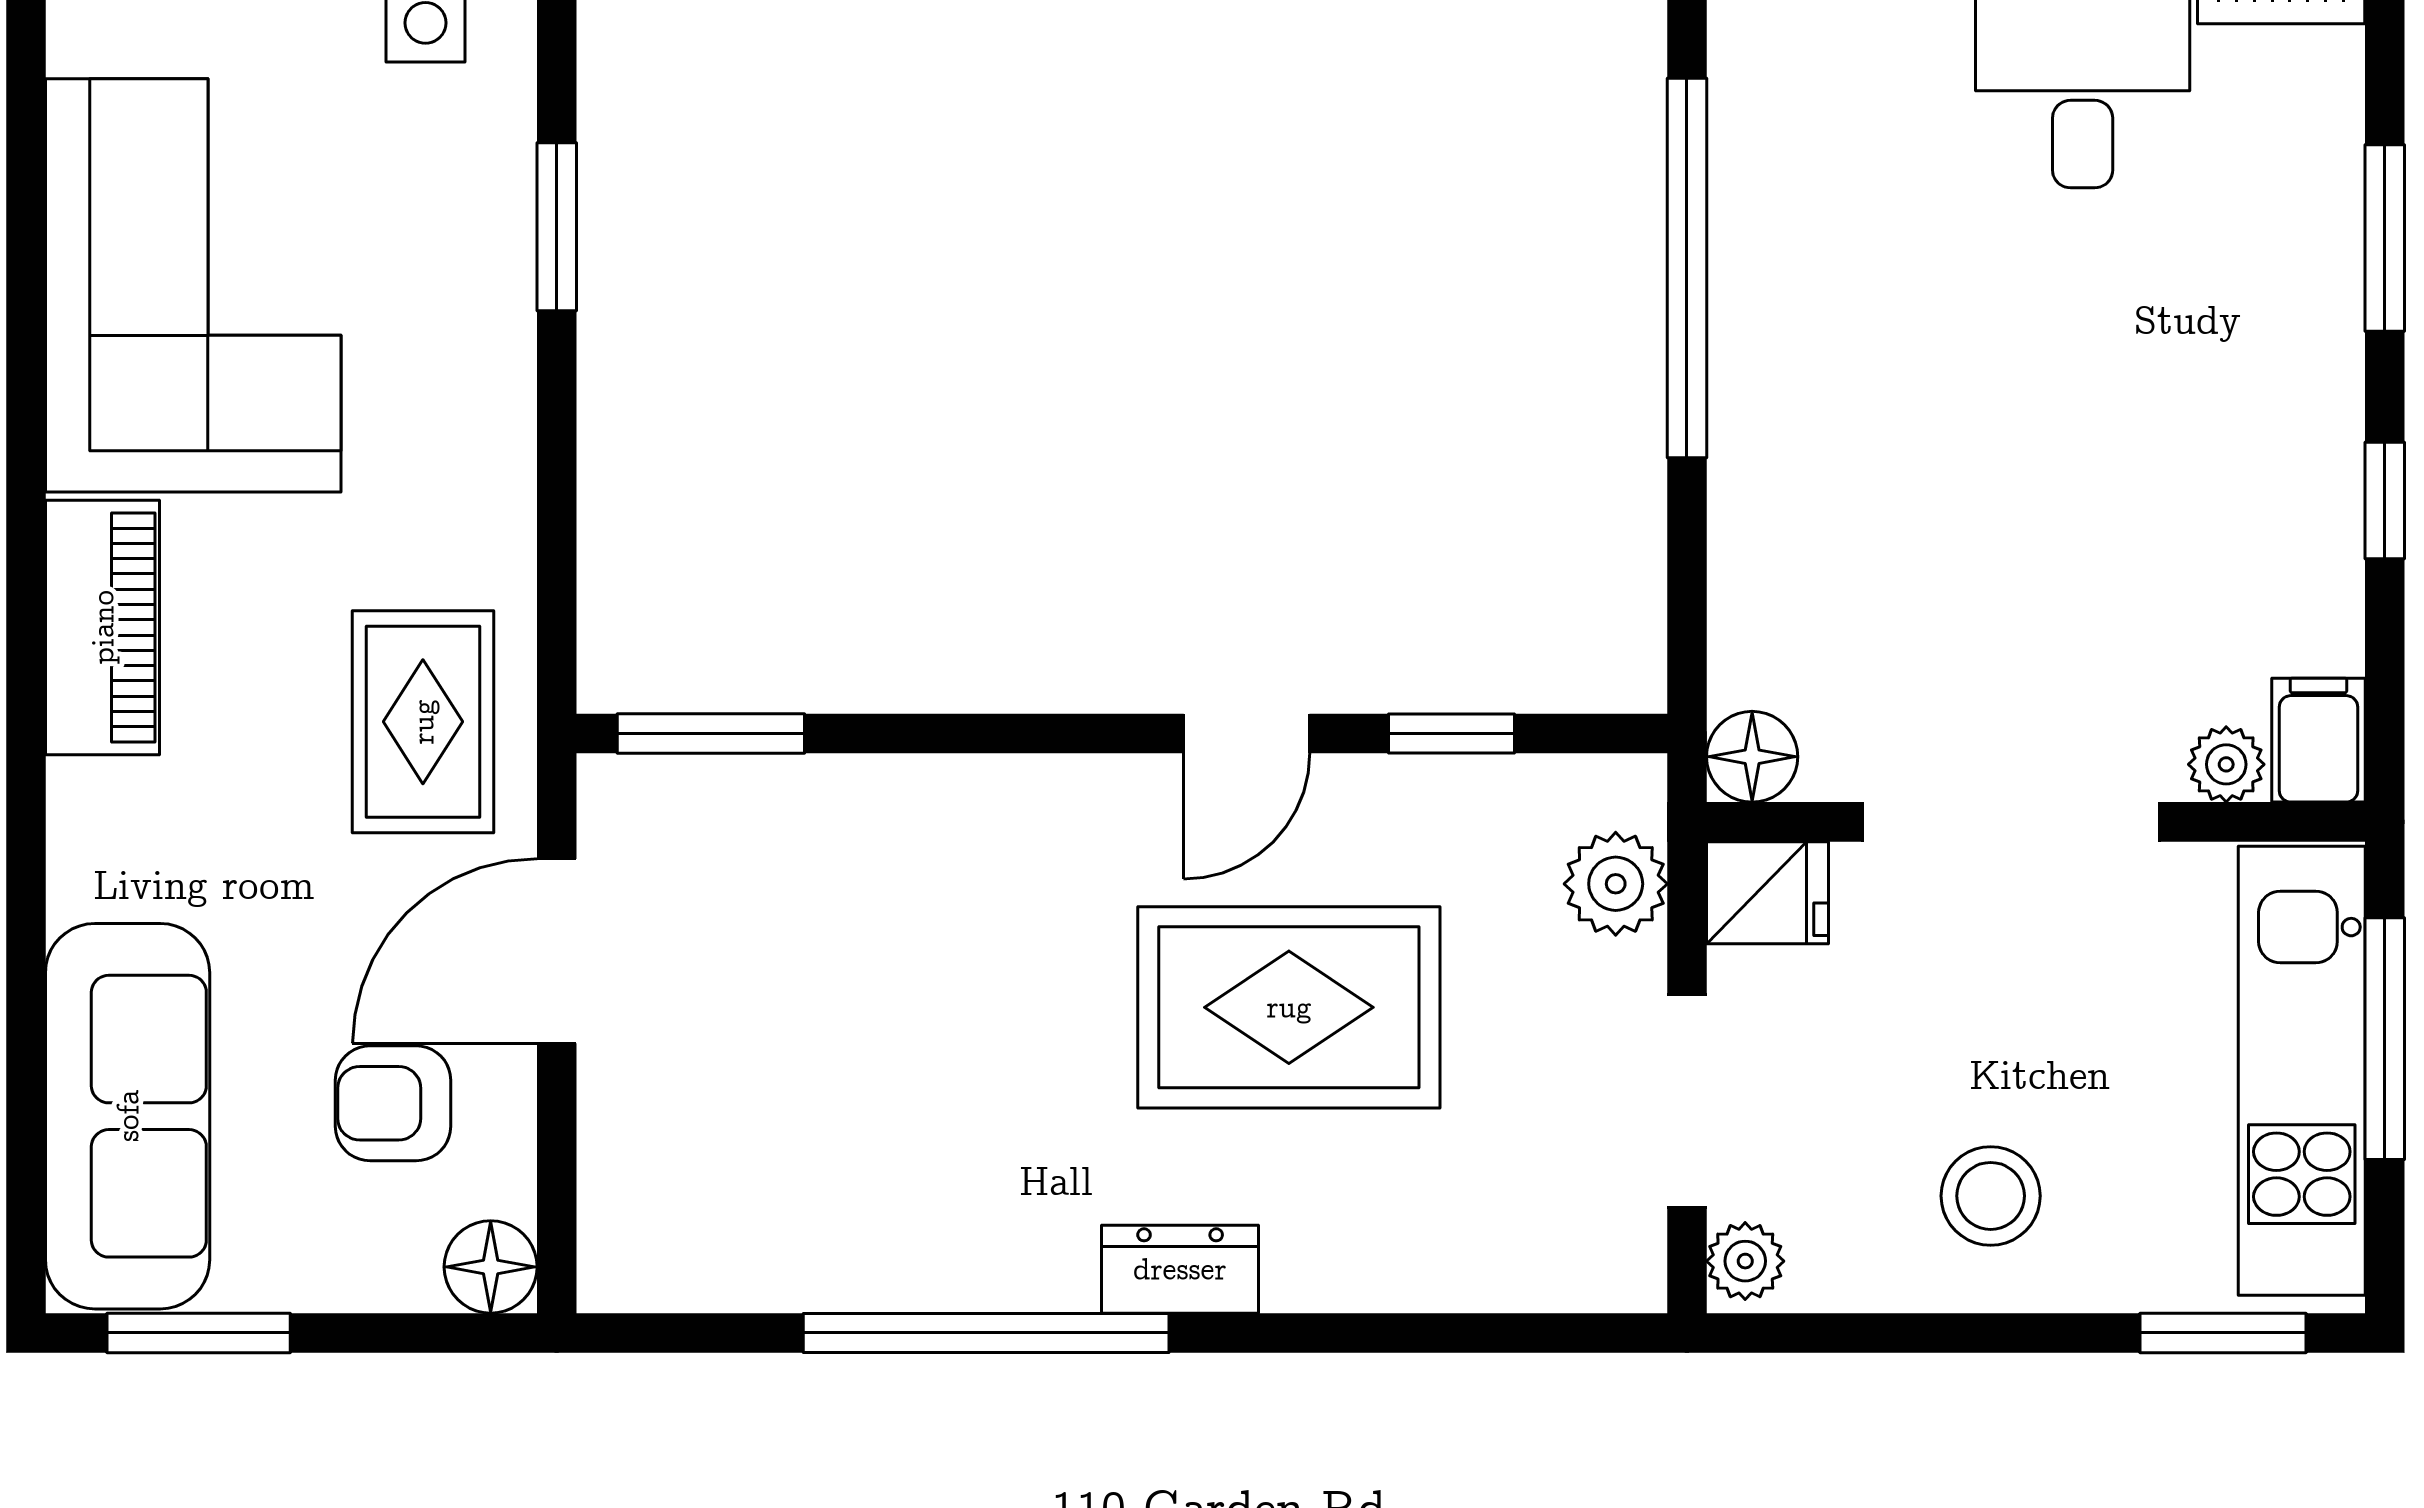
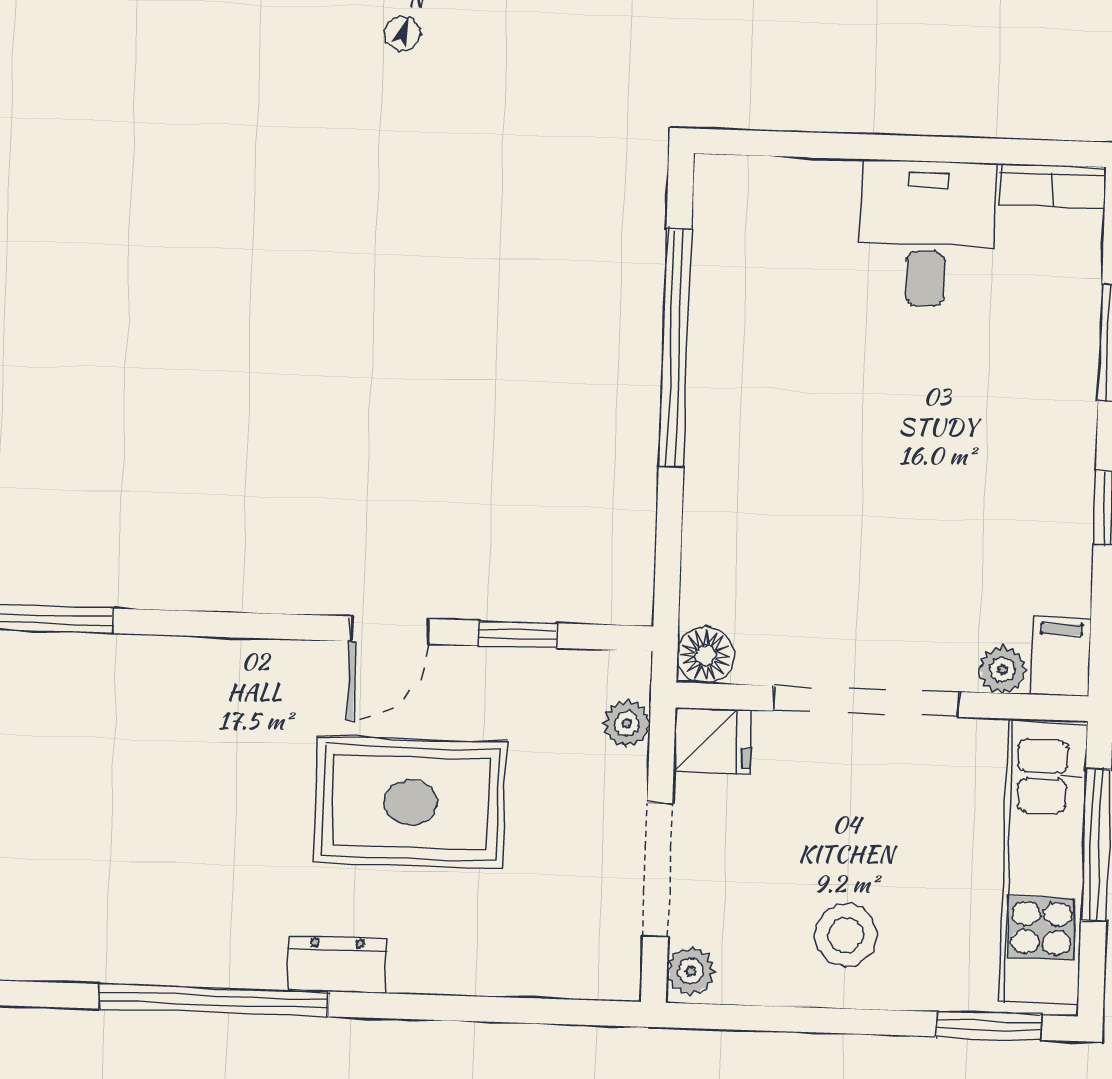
plant: (1616, 884) -> (627, 723), width x0.73, depth x0.73

